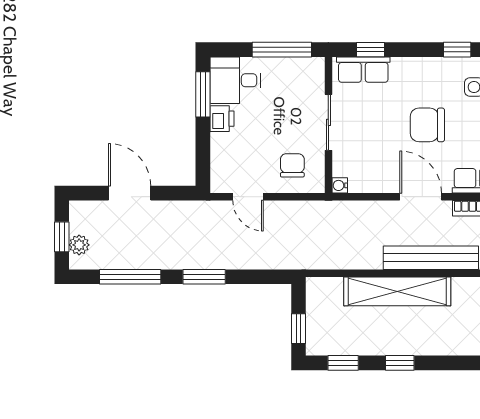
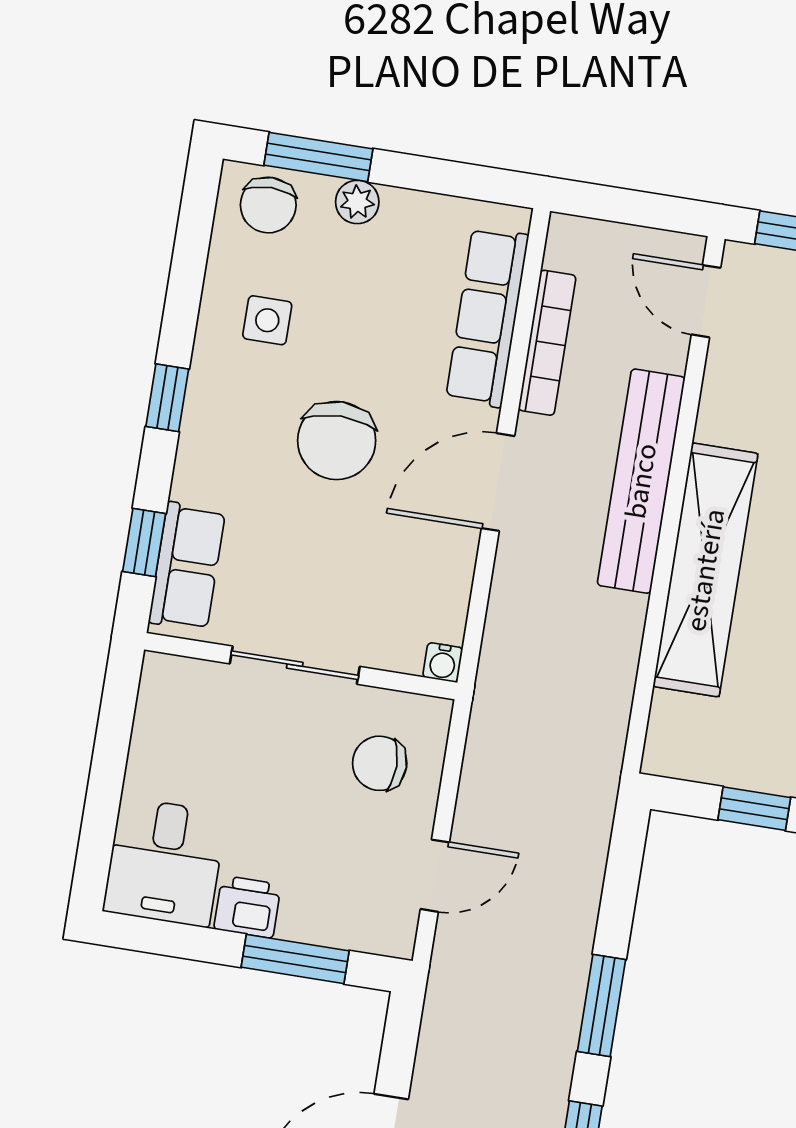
window: (282, 50) -> (112, 745), removed
window: (457, 50) -> (167, 398), moved
window: (203, 94) -> (295, 959), moved

